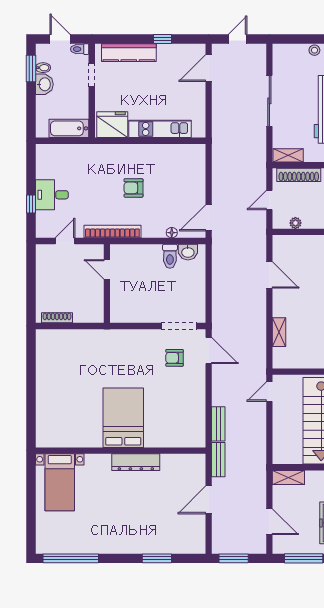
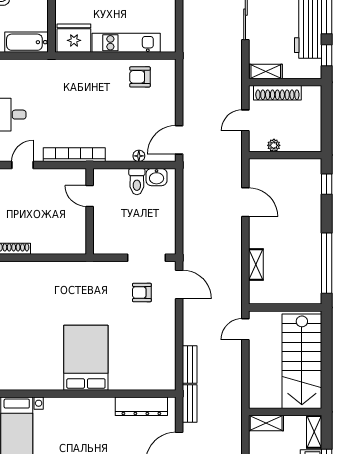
armchair: (134, 188) -> (140, 77), moved
door: (107, 269) -> (90, 196), moved
wall: (107, 284) -> (90, 211), moved
dresser: (136, 462) -> (141, 406), moved

